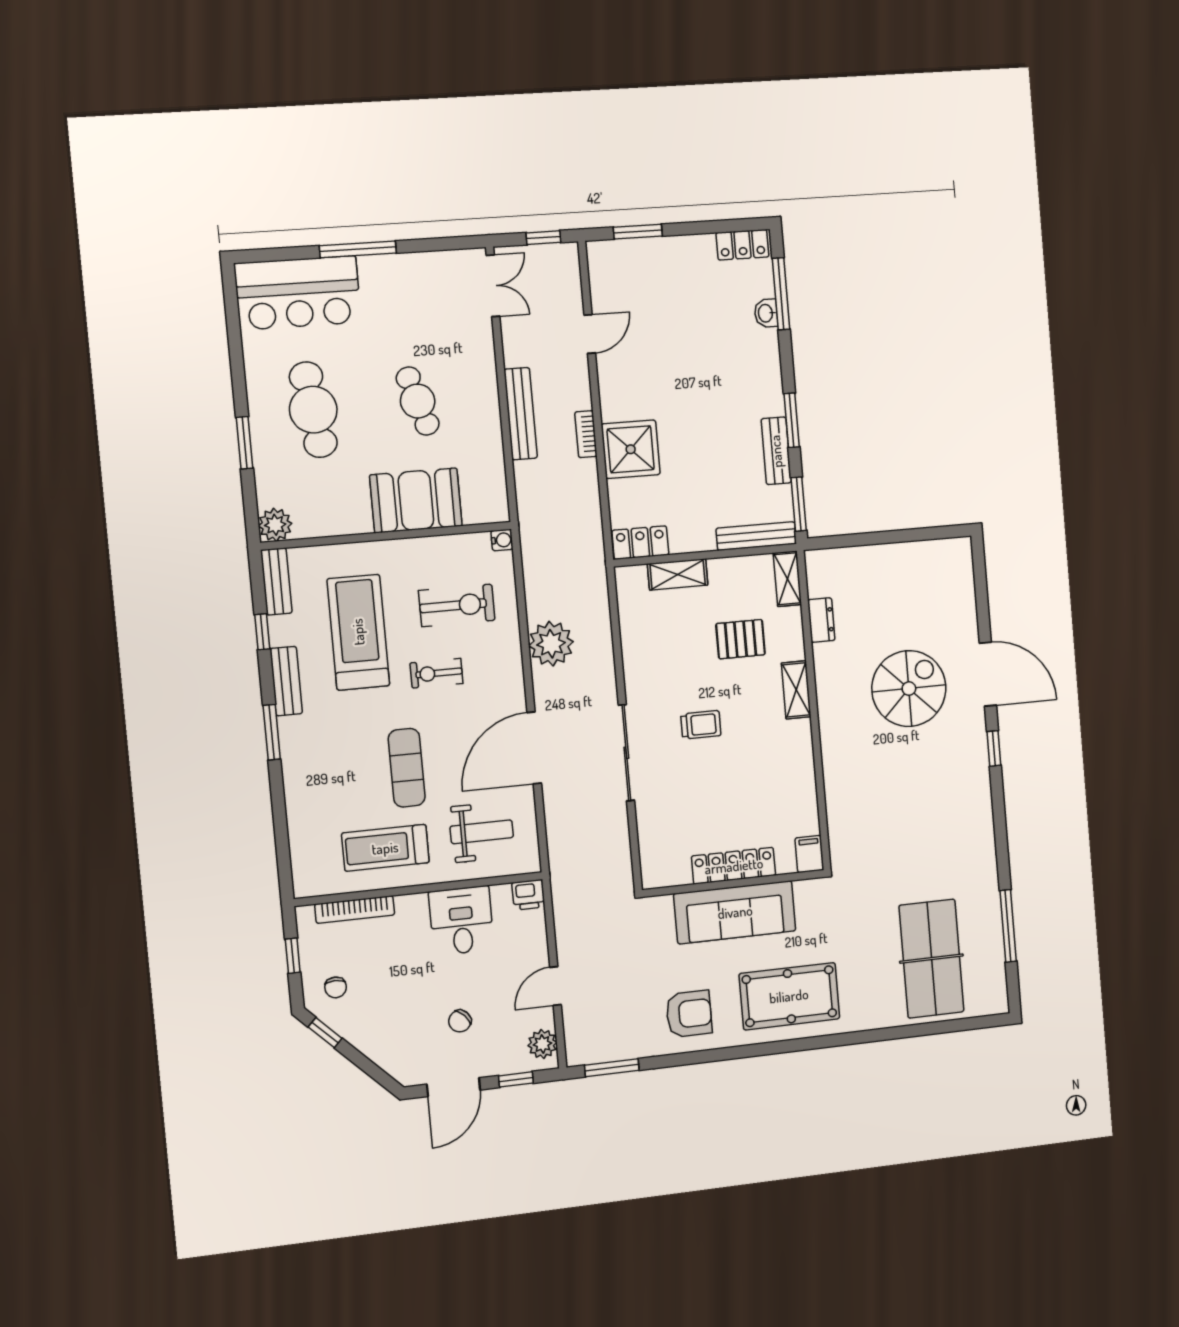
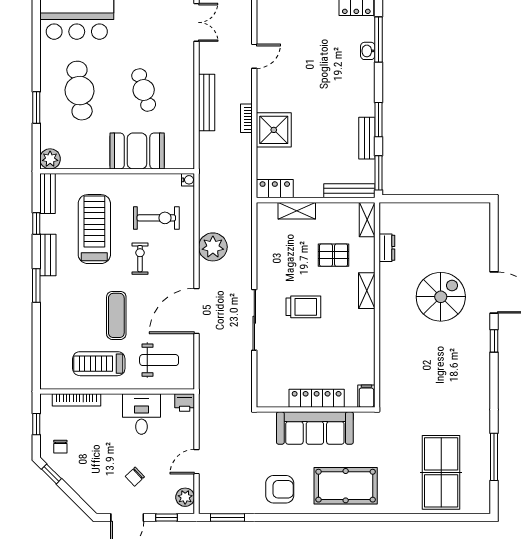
exercise bike: (436, 673) -> (140, 259), turned 90
trolley: (701, 725) -> (303, 307), width x1.36, depth x1.39

